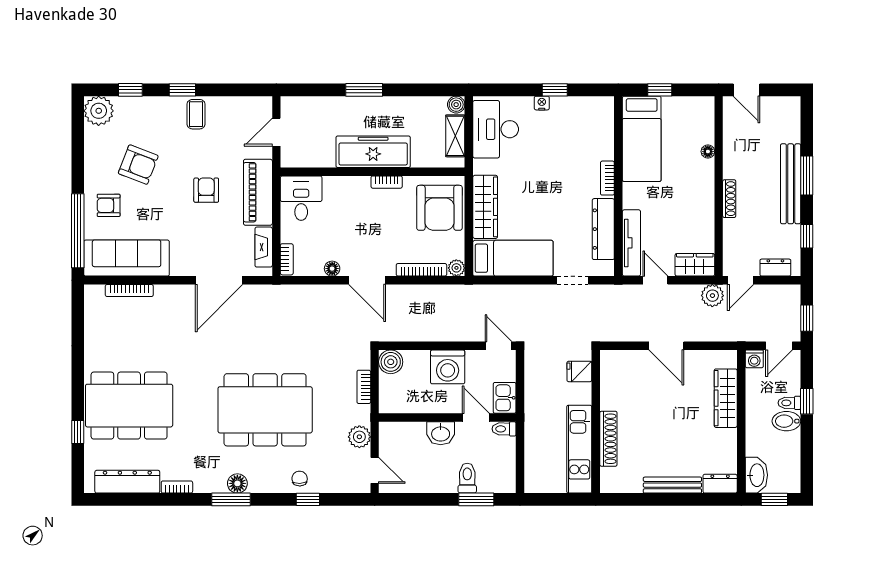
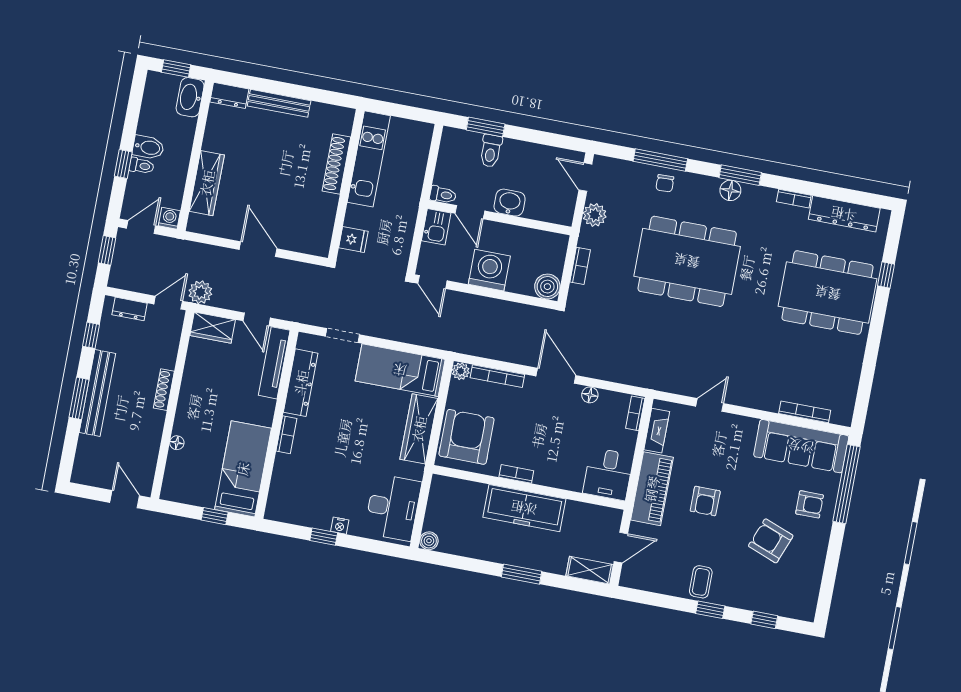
plant: (99, 111) -> (801, 604), removed
shelving: (455, 136) -> (590, 570), moved, turned 90
door: (219, 280) -> (710, 405), width x0.53
window: (308, 499) -> (660, 160), width x2.17

